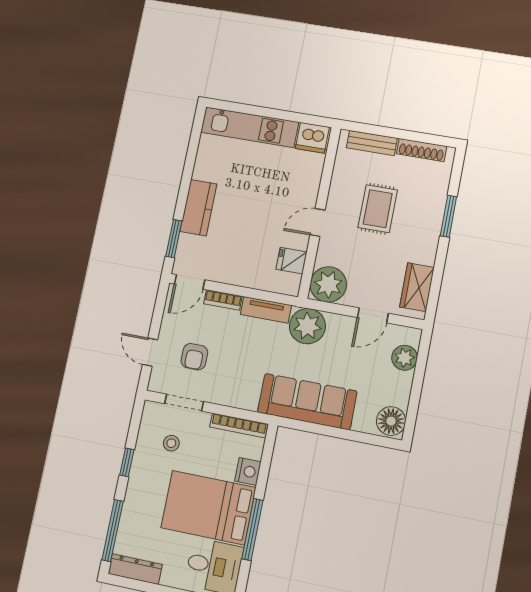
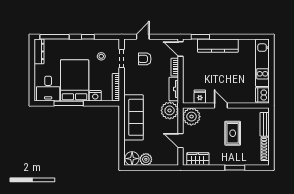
kitchen counter: (198, 208) -> (218, 46), width x1.50
rug: (378, 209) -> (233, 133), turned 90
plant: (405, 358) -> (146, 159), moved

